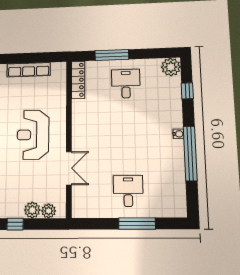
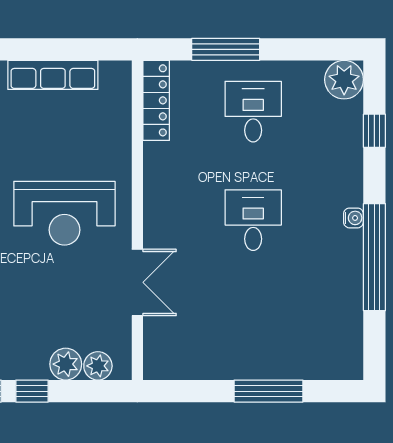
reception desk: (33, 135) -> (64, 213), turned -90
desk: (128, 191) -> (253, 220), moved

